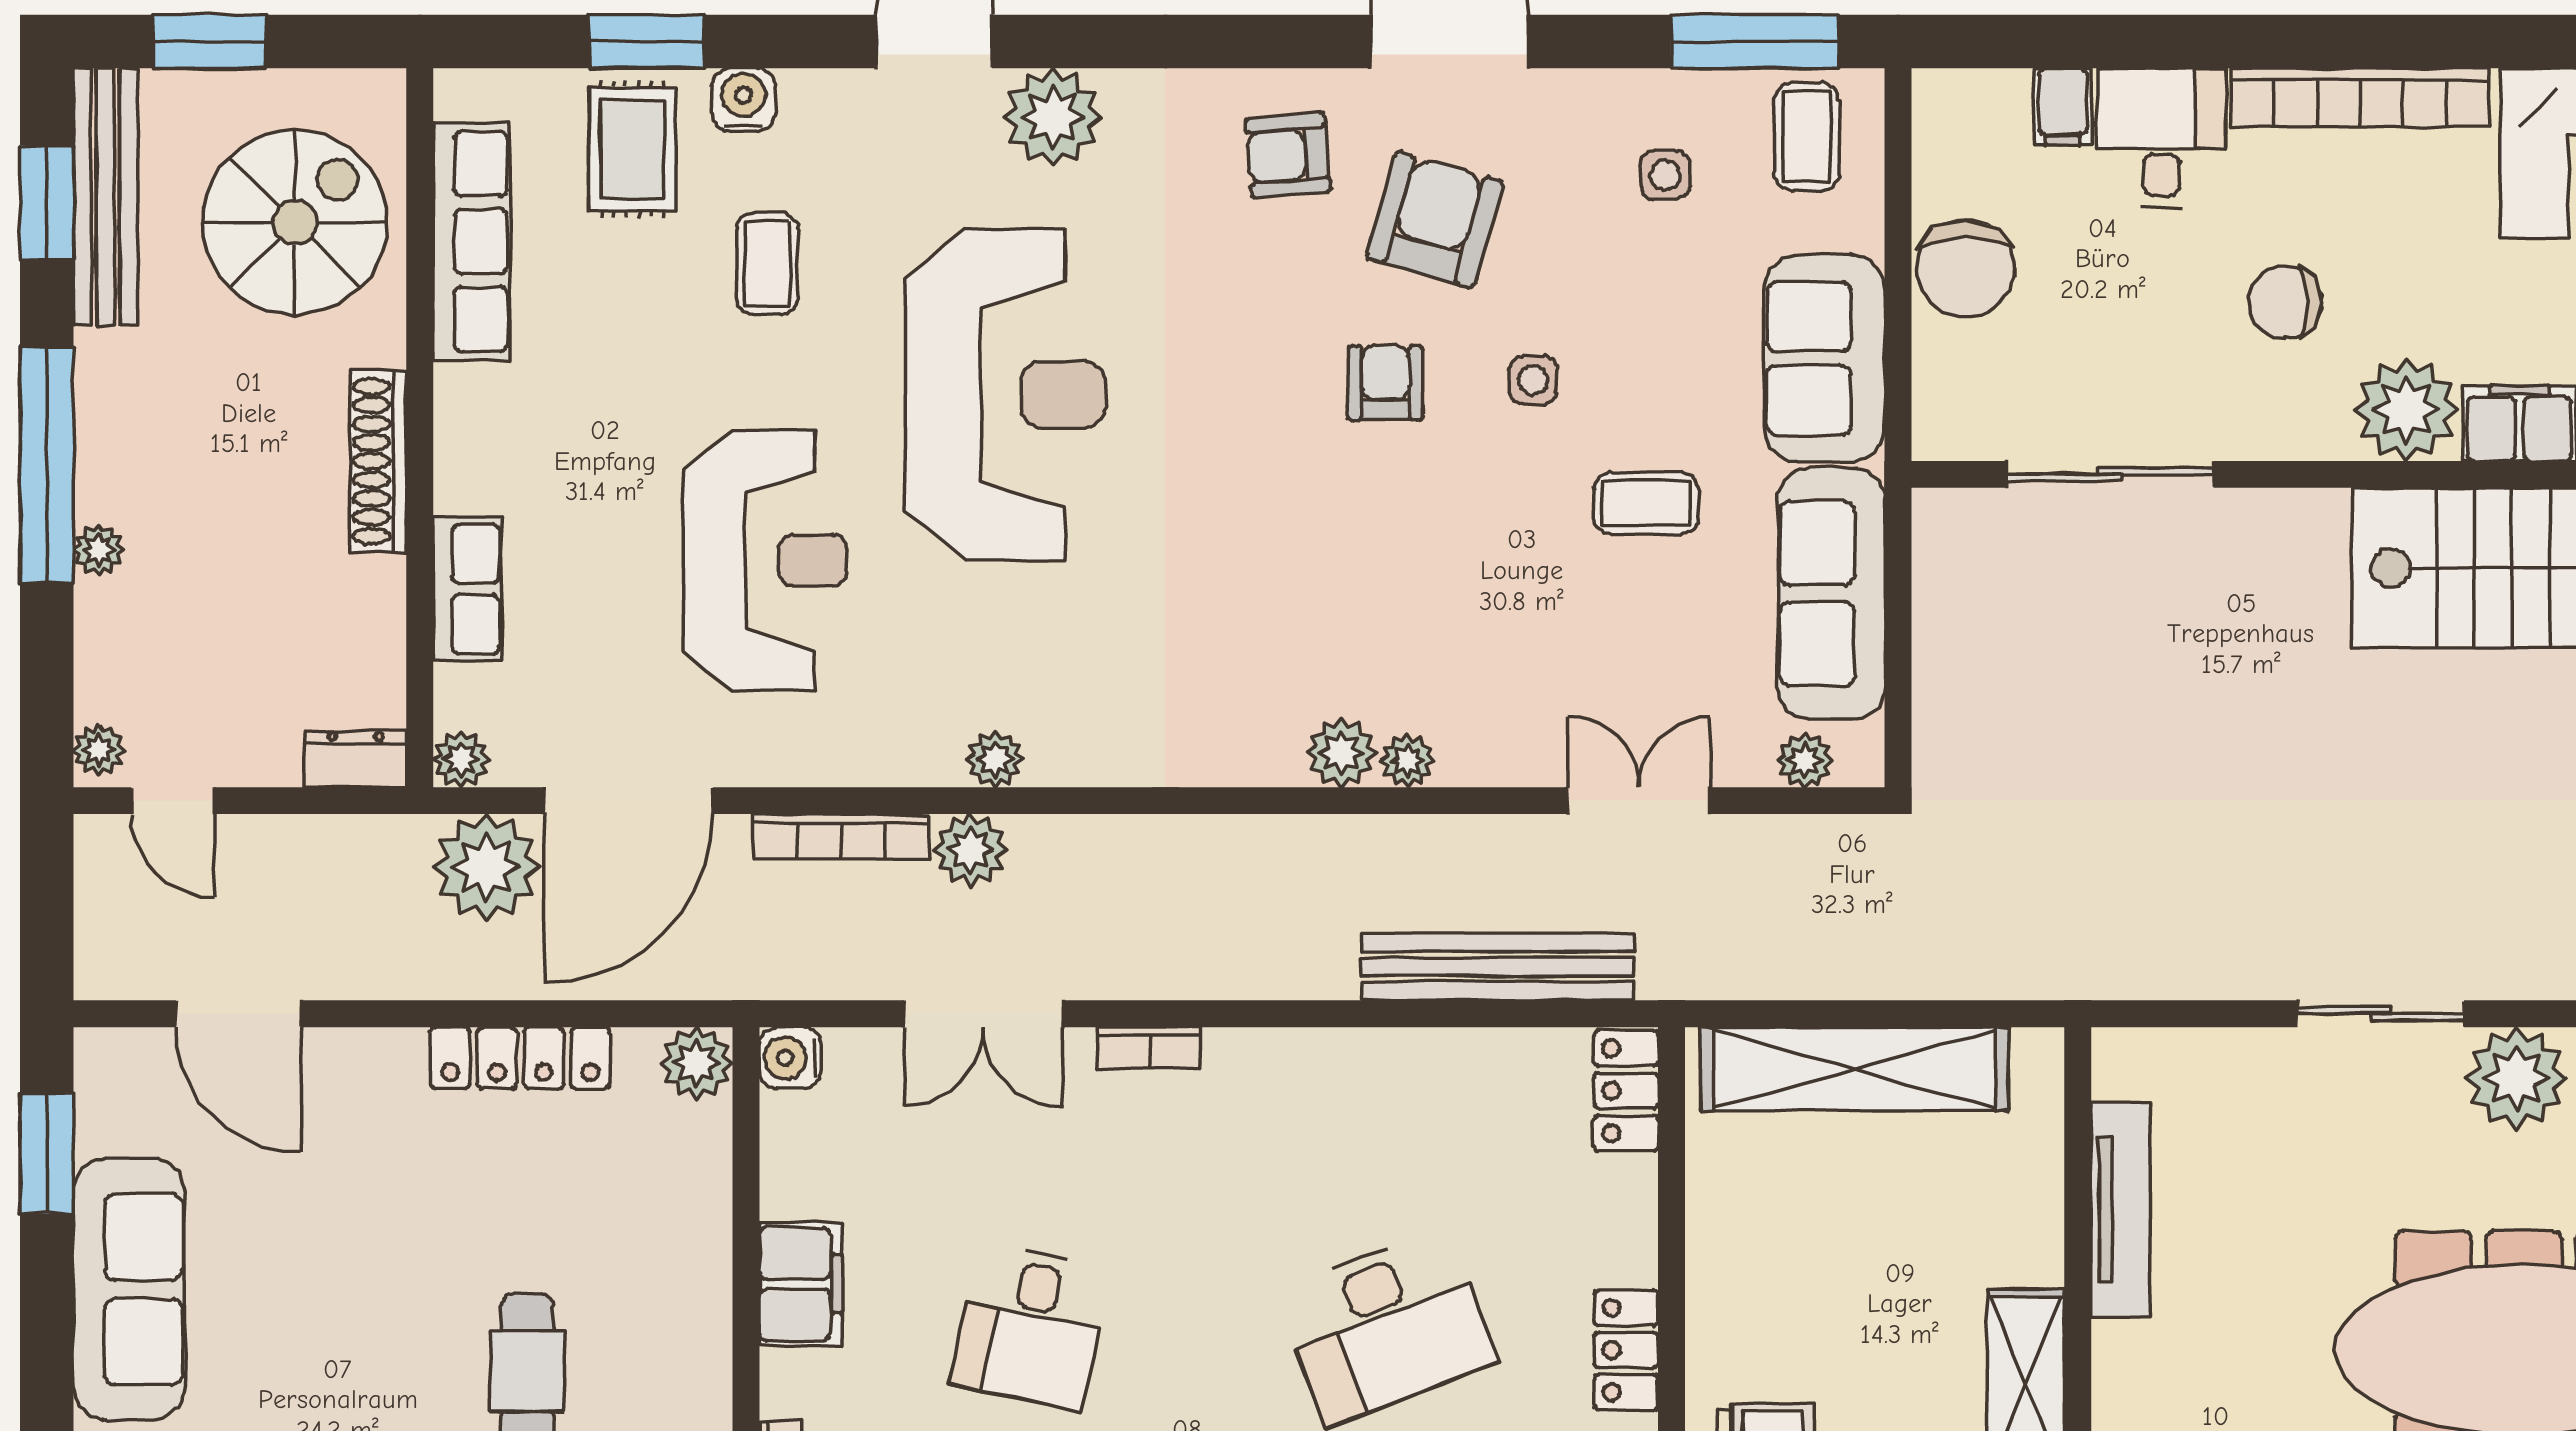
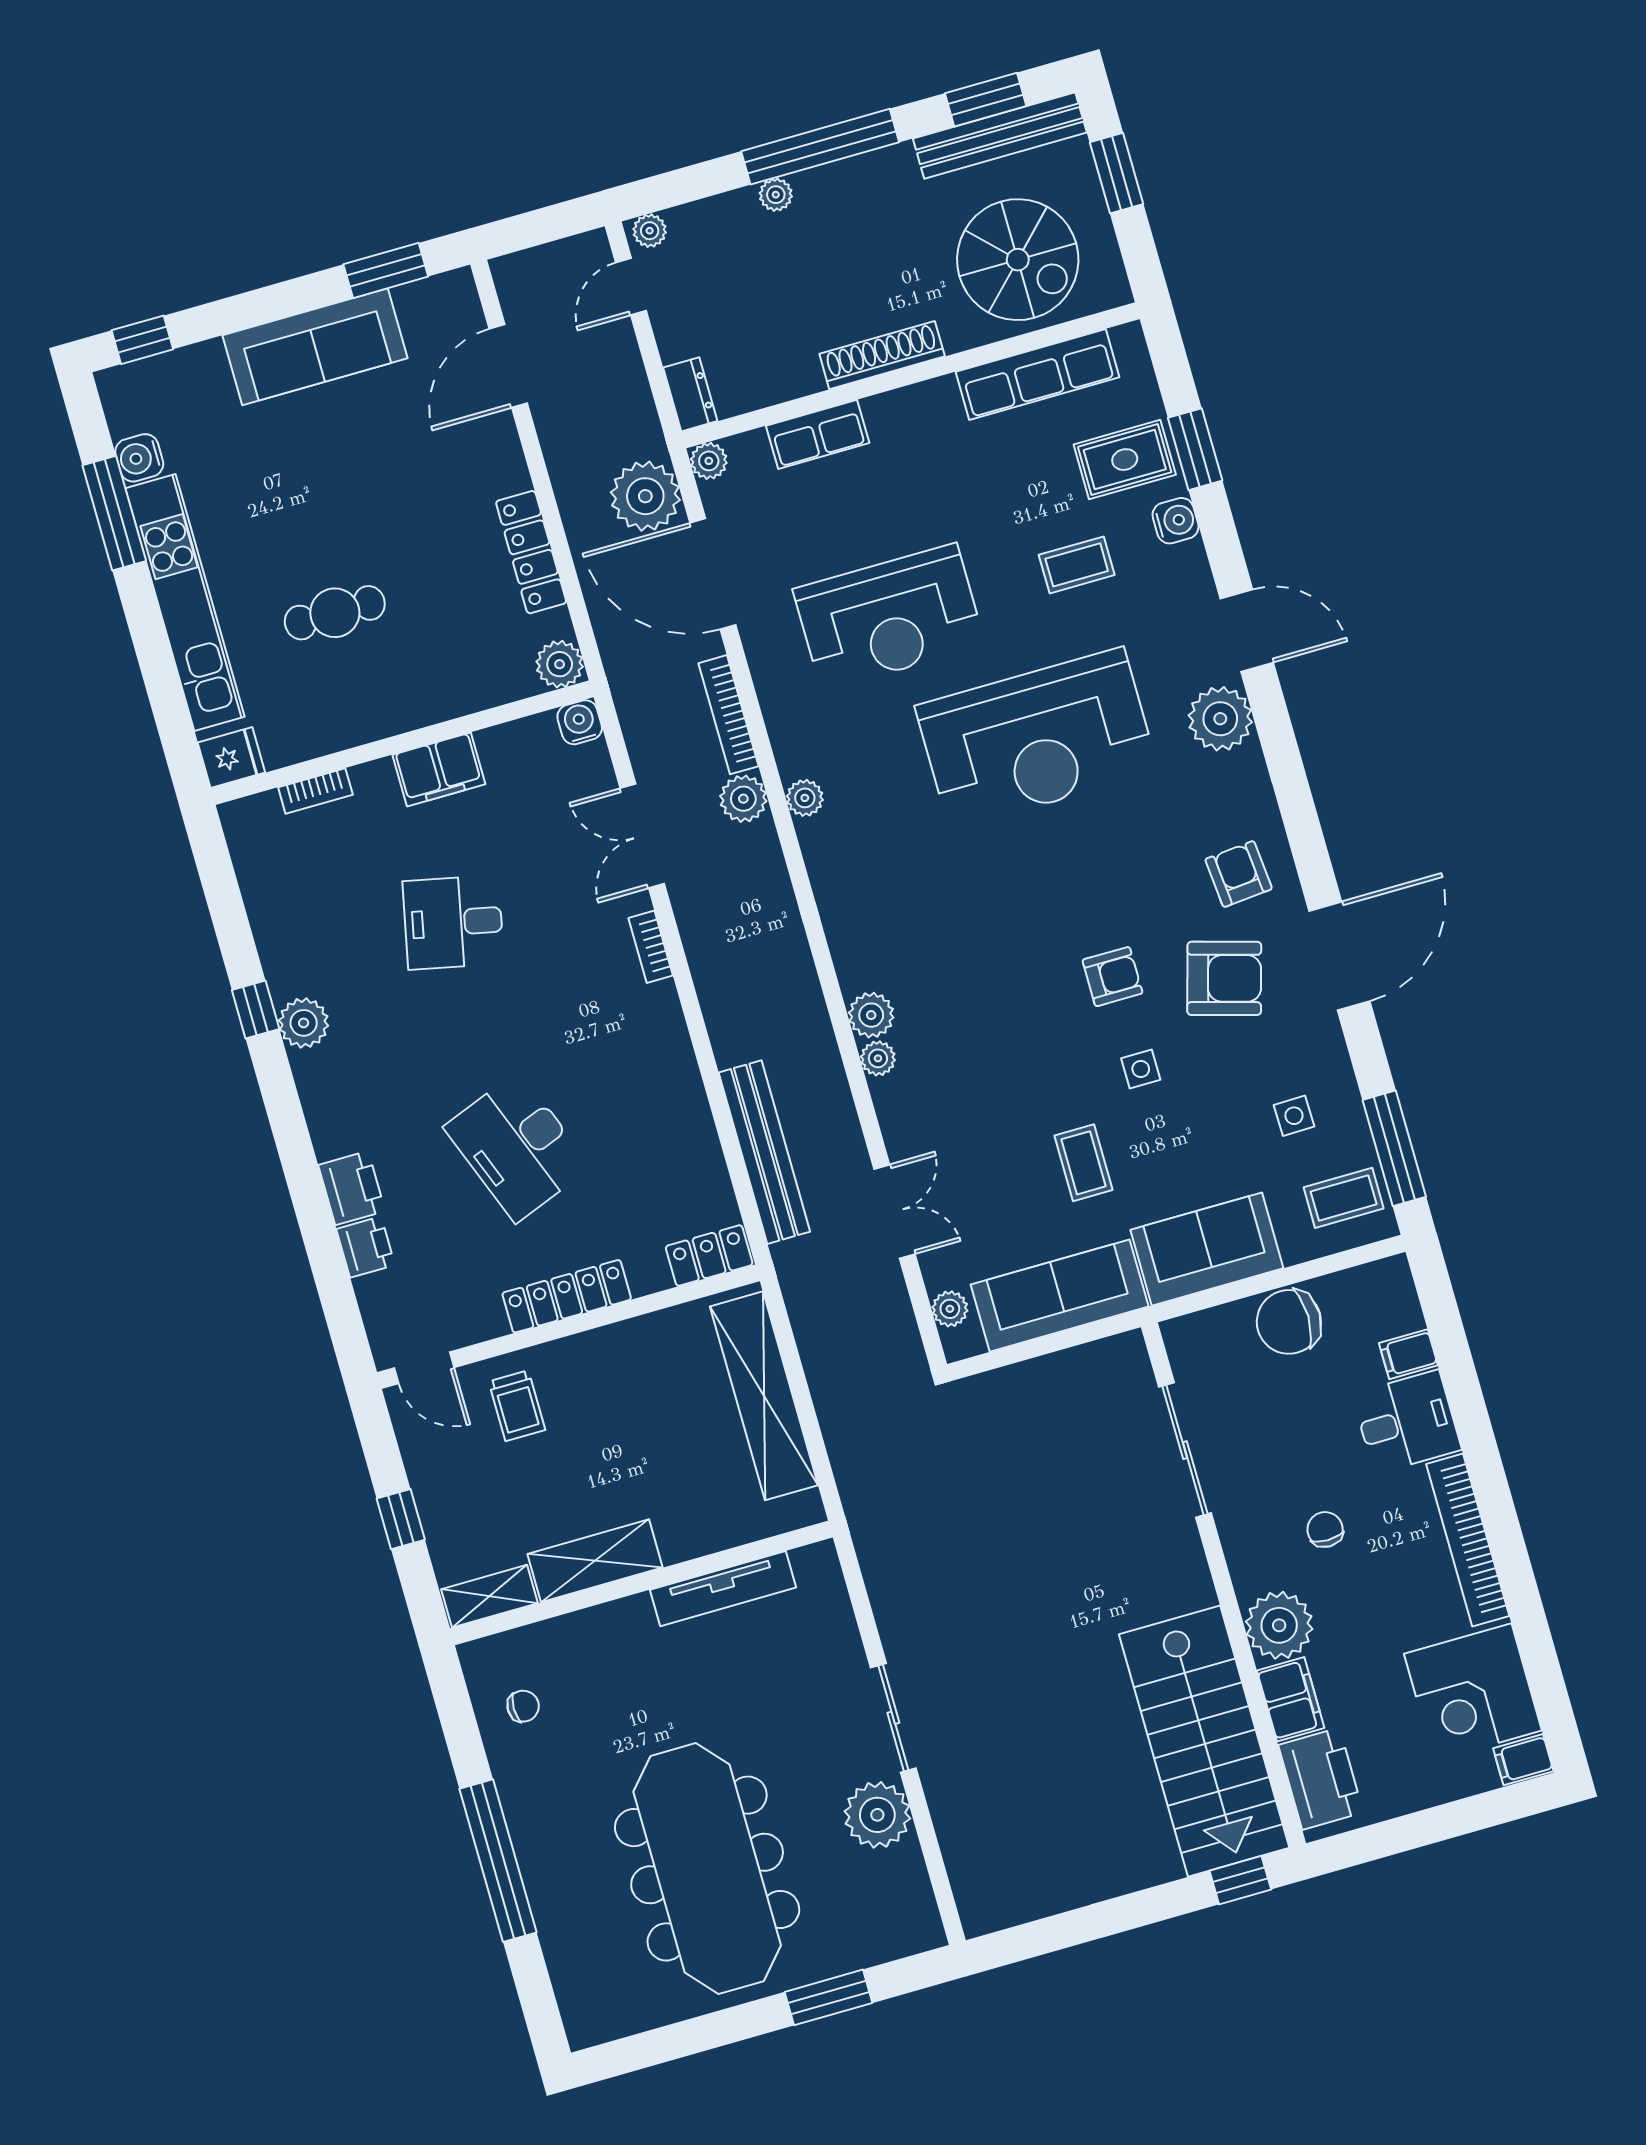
chair: (2285, 302) -> (1325, 1529), width x0.73, depth x0.73
locker: (1626, 1350) -> (567, 1296), width x1.53

